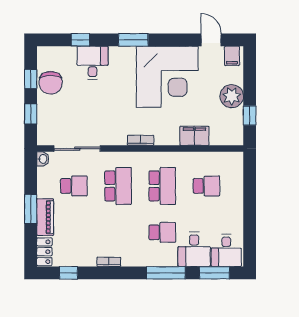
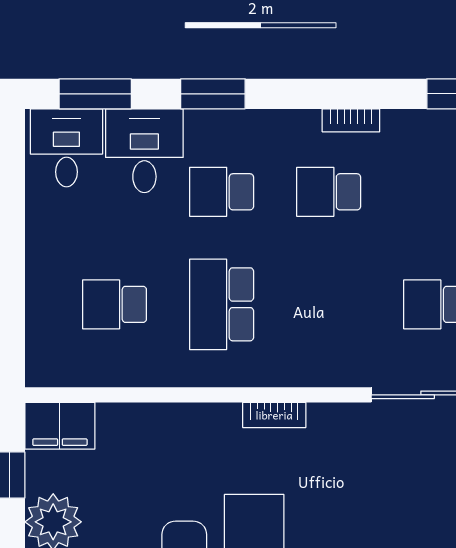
filing cabinet: (194, 136) -> (60, 426), moved
school desk: (118, 186) -> (329, 192), moved, width x0.54
window: (166, 273) -> (213, 94), width x0.69

